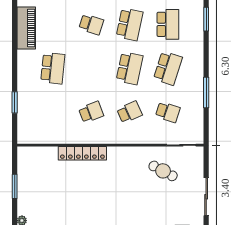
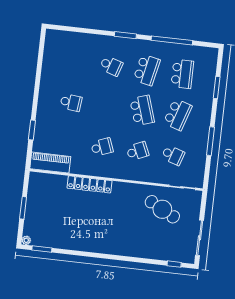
window: (206, 19) -> (217, 88), moved
piano: (26, 28) -> (50, 163), moved, turned -90
school desk: (53, 68) -> (71, 102), width x0.54
school desk: (130, 68) -> (142, 111), turned -30
cafe table: (163, 171) -> (162, 209), width x1.37, depth x1.35

